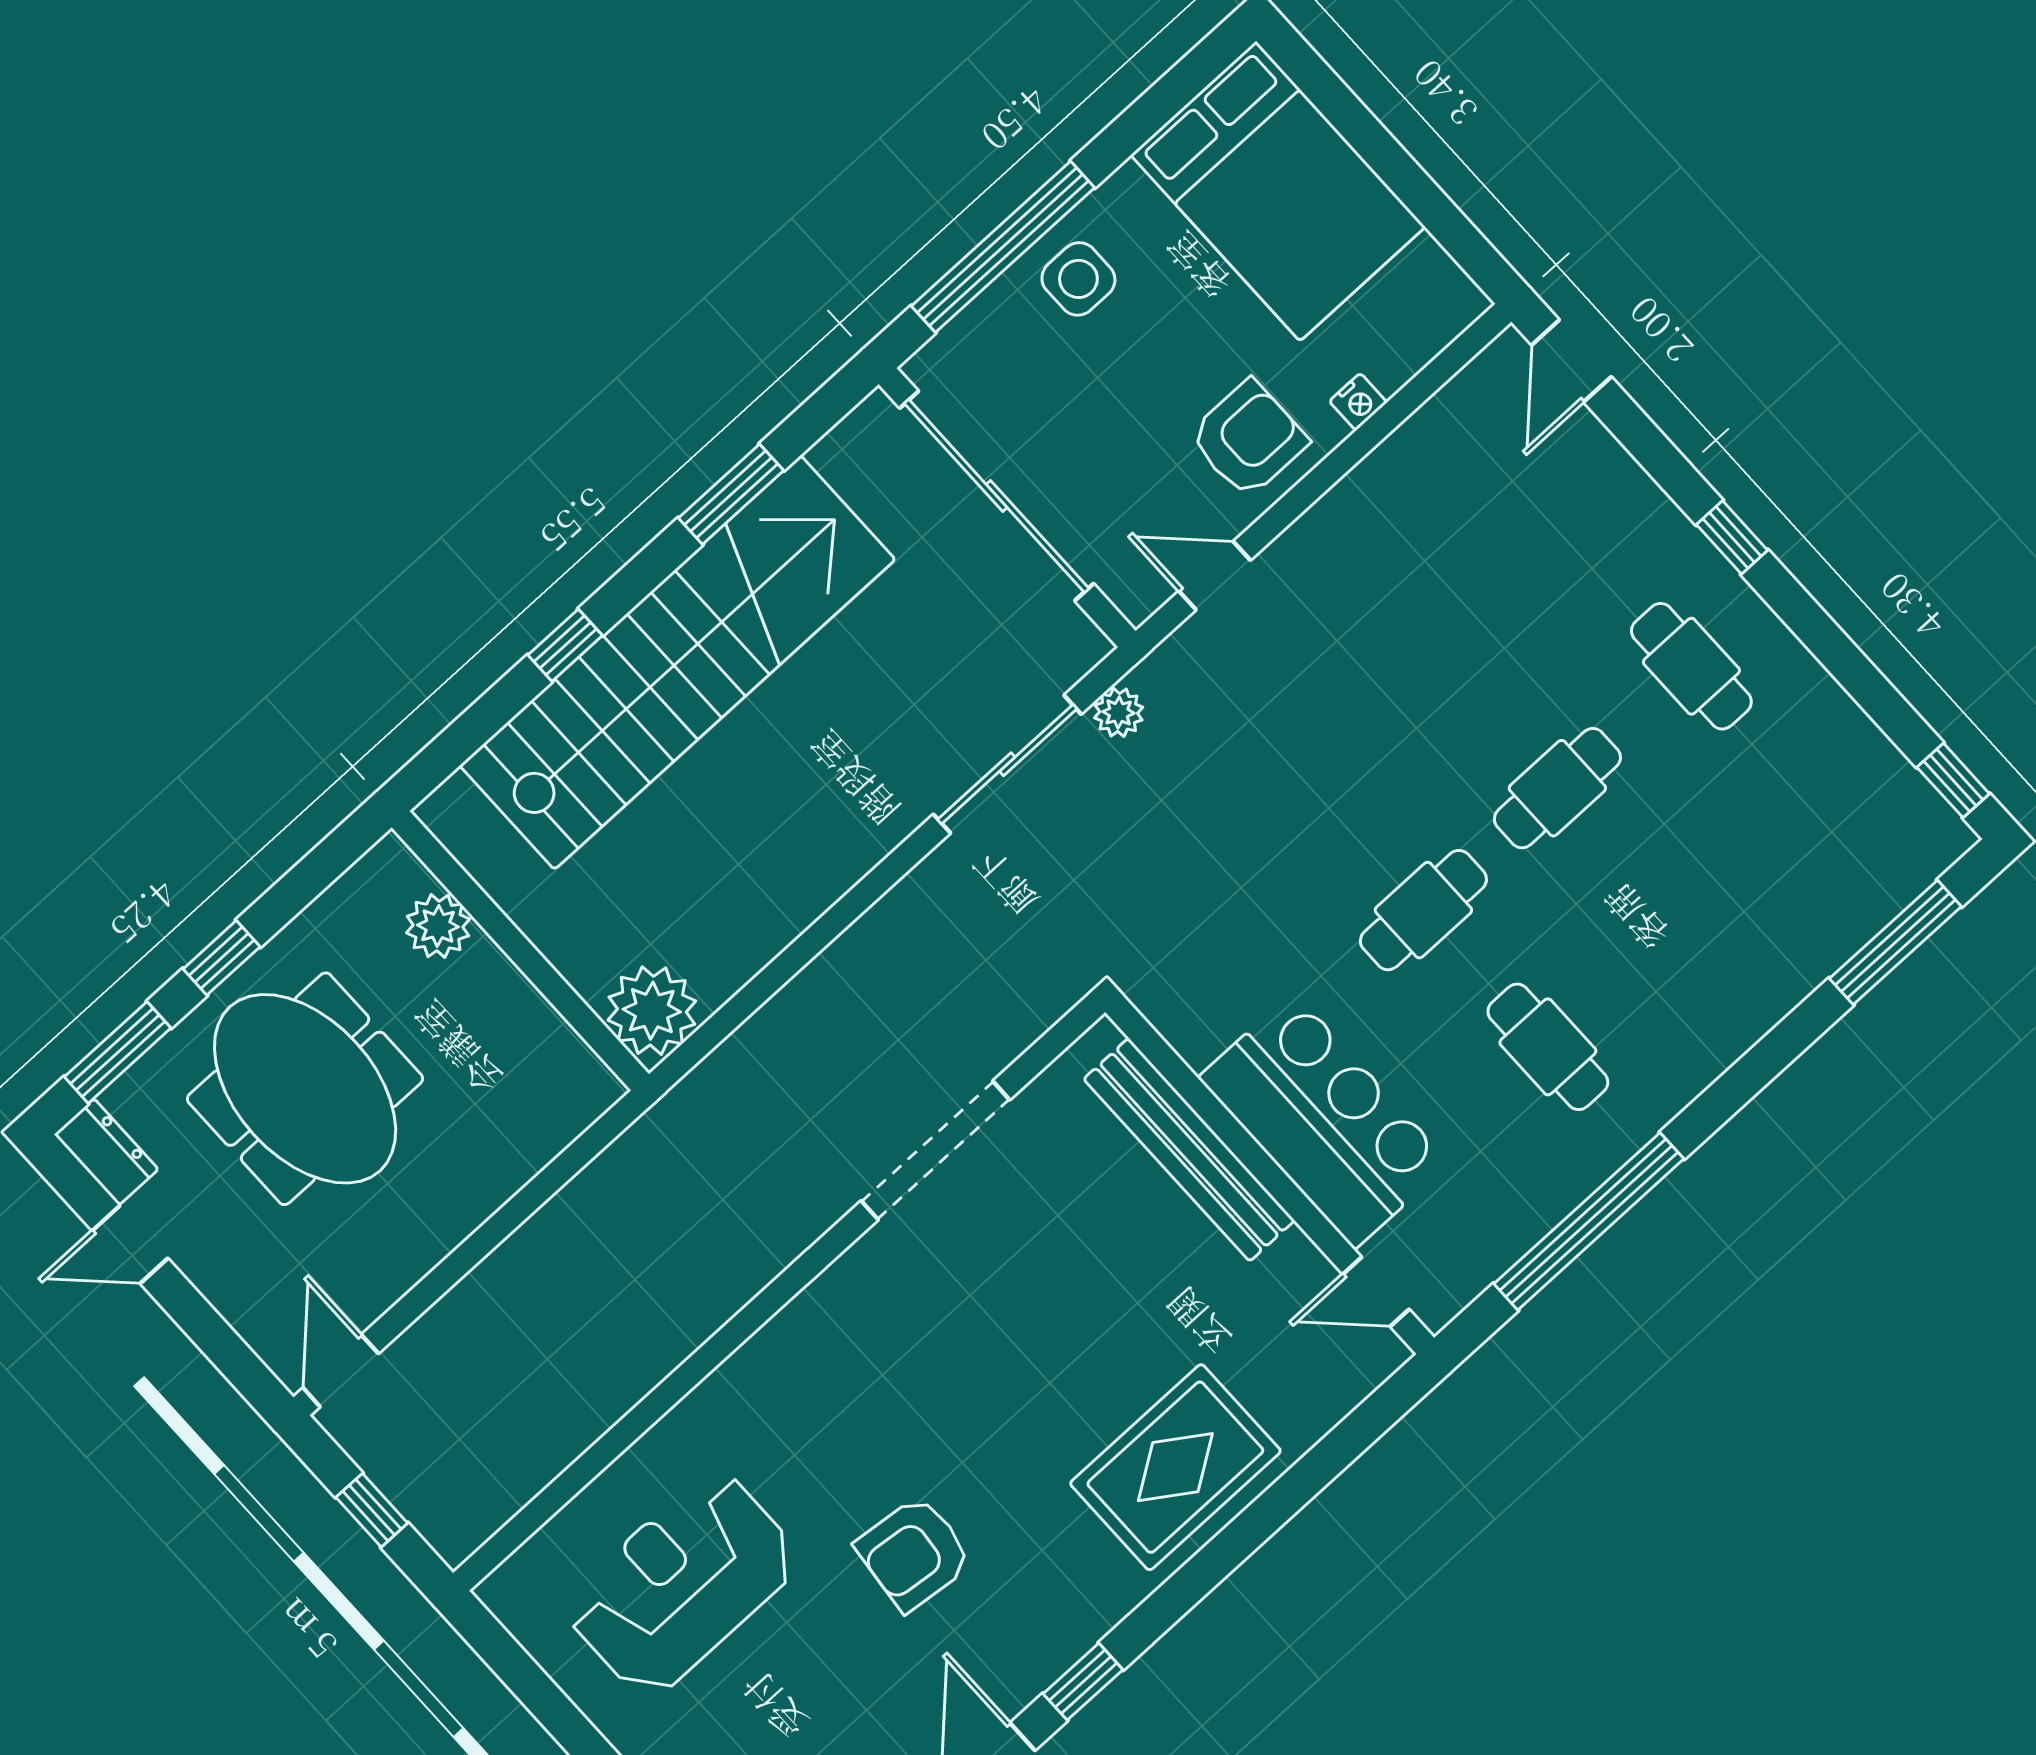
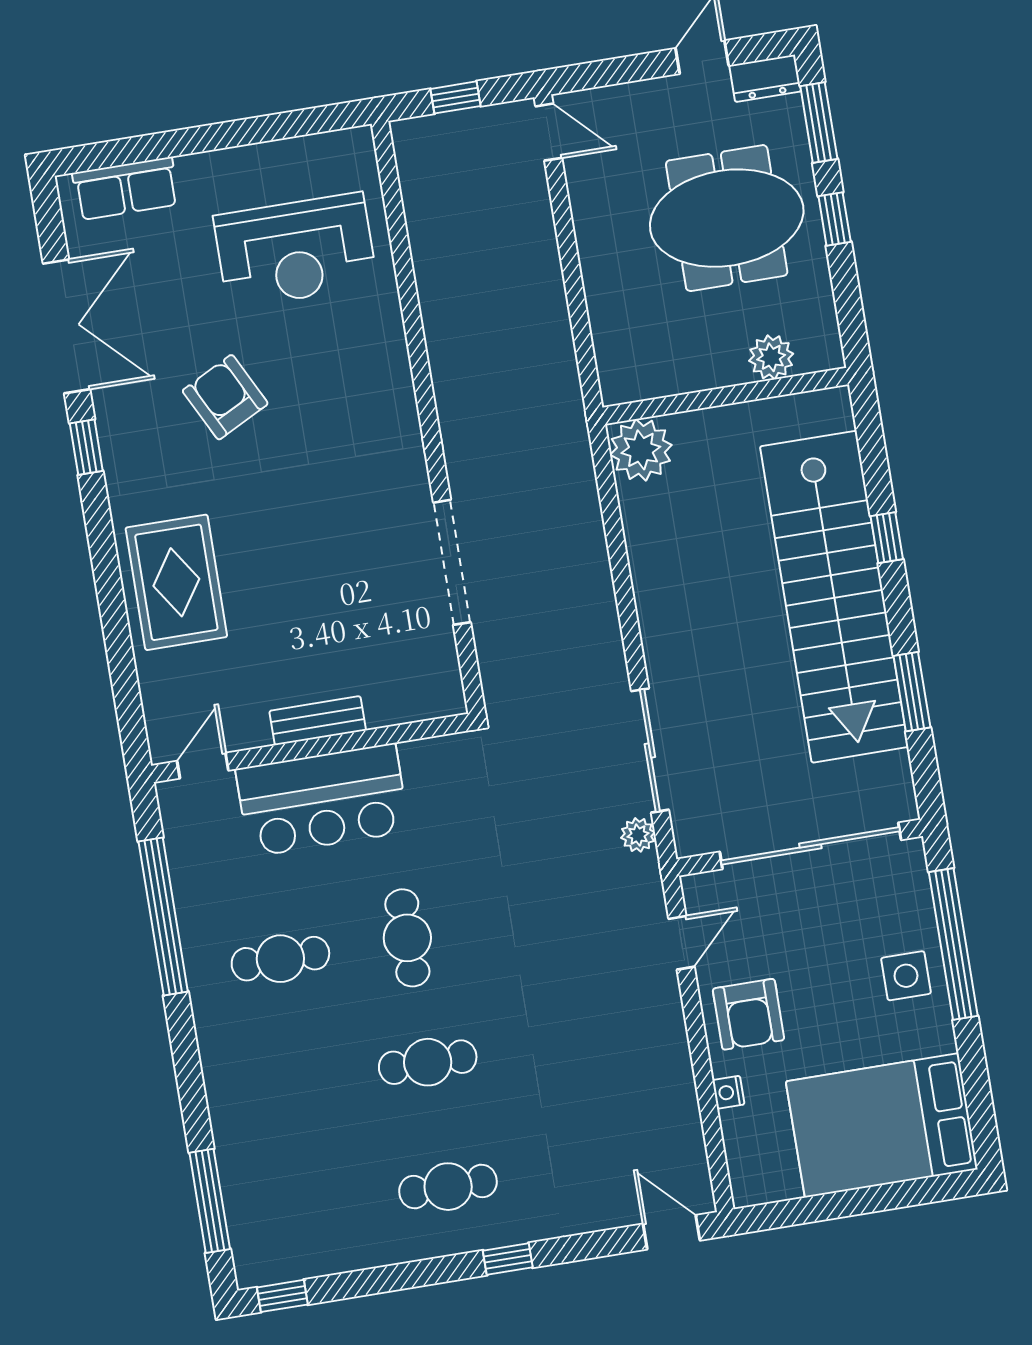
cafe table: (1557, 788) -> (428, 1062), turned 90
bench: (1189, 1150) -> (318, 721), width x0.54, depth x0.82
armchair: (914, 1553) -> (225, 397), turned -33
reception desk: (682, 1584) -> (295, 251), turned 90

